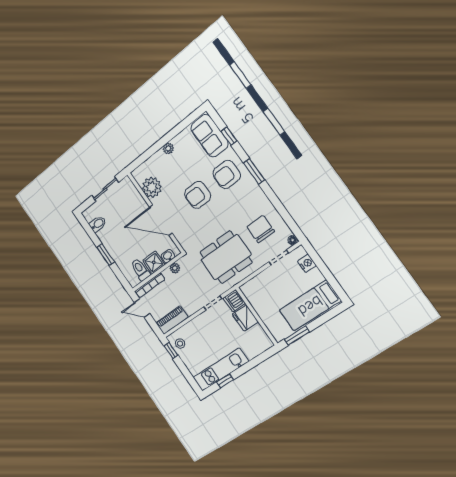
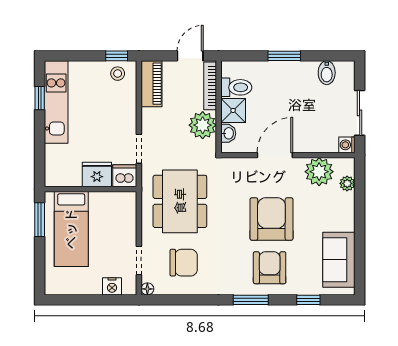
sofa: (209, 136) -> (339, 260), moved, turned -90
plant: (168, 148) -> (347, 183), moved
washing machine: (127, 183) -> (347, 145), added
armchair: (198, 195) -> (271, 219), width x1.36, depth x1.36
door: (161, 220) -> (275, 155), width x0.73
plant: (175, 268) -> (203, 125), width x1.88, depth x1.88
bed: (310, 306) -> (71, 229), moved, turned 180

